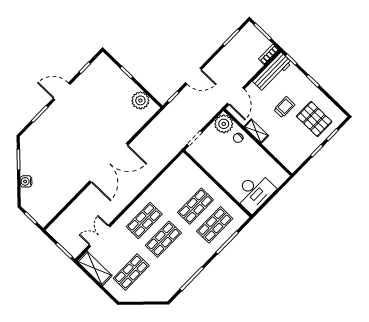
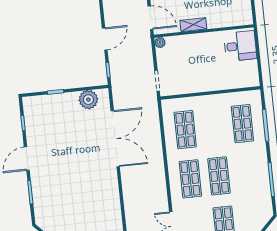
plant: (224, 124) -> (160, 43), width x0.53, depth x0.53
chair: (238, 138) -> (187, 44), removed
double door: (109, 163) -> (115, 139), moved
desk: (254, 192) -> (240, 46), moved, width x0.73
shop shelf: (196, 206) -> (185, 130), moved

